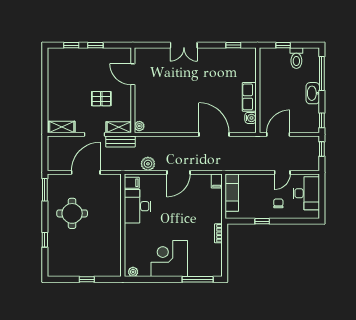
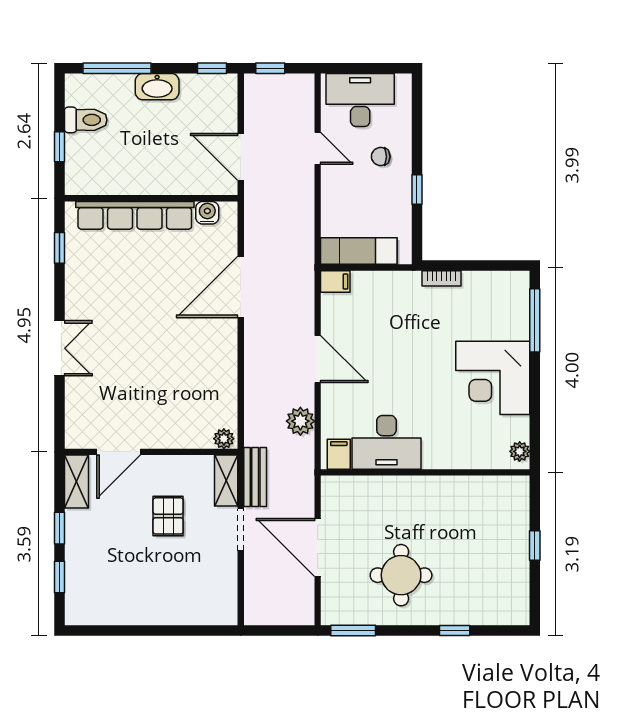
row of seats: (249, 97) -> (135, 215), width x2.02
shelving: (62, 127) -> (77, 482), moved

